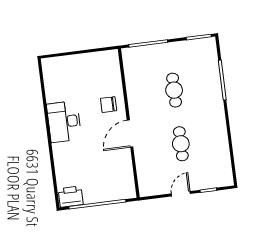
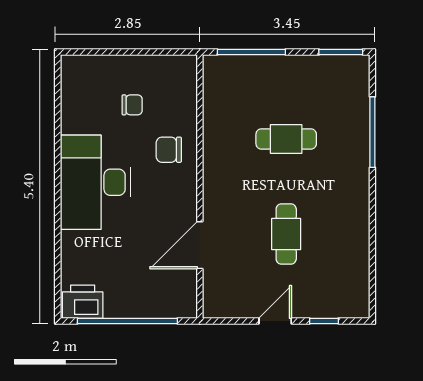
chair: (85, 82) -> (132, 105), added
cafe table: (174, 90) -> (286, 139), turned 90
desk: (64, 122) -> (96, 182), width x1.36, depth x1.30
door: (130, 134) -> (200, 245), moved

